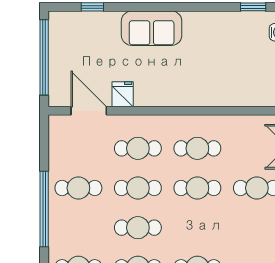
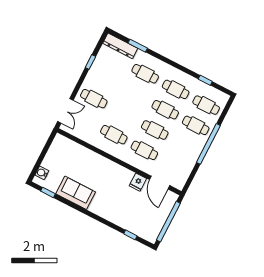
sofa: (152, 28) -> (76, 193), moved
cafe table: (78, 188) -> (196, 125), moved
cafe table: (197, 188) -> (124, 114), removed

